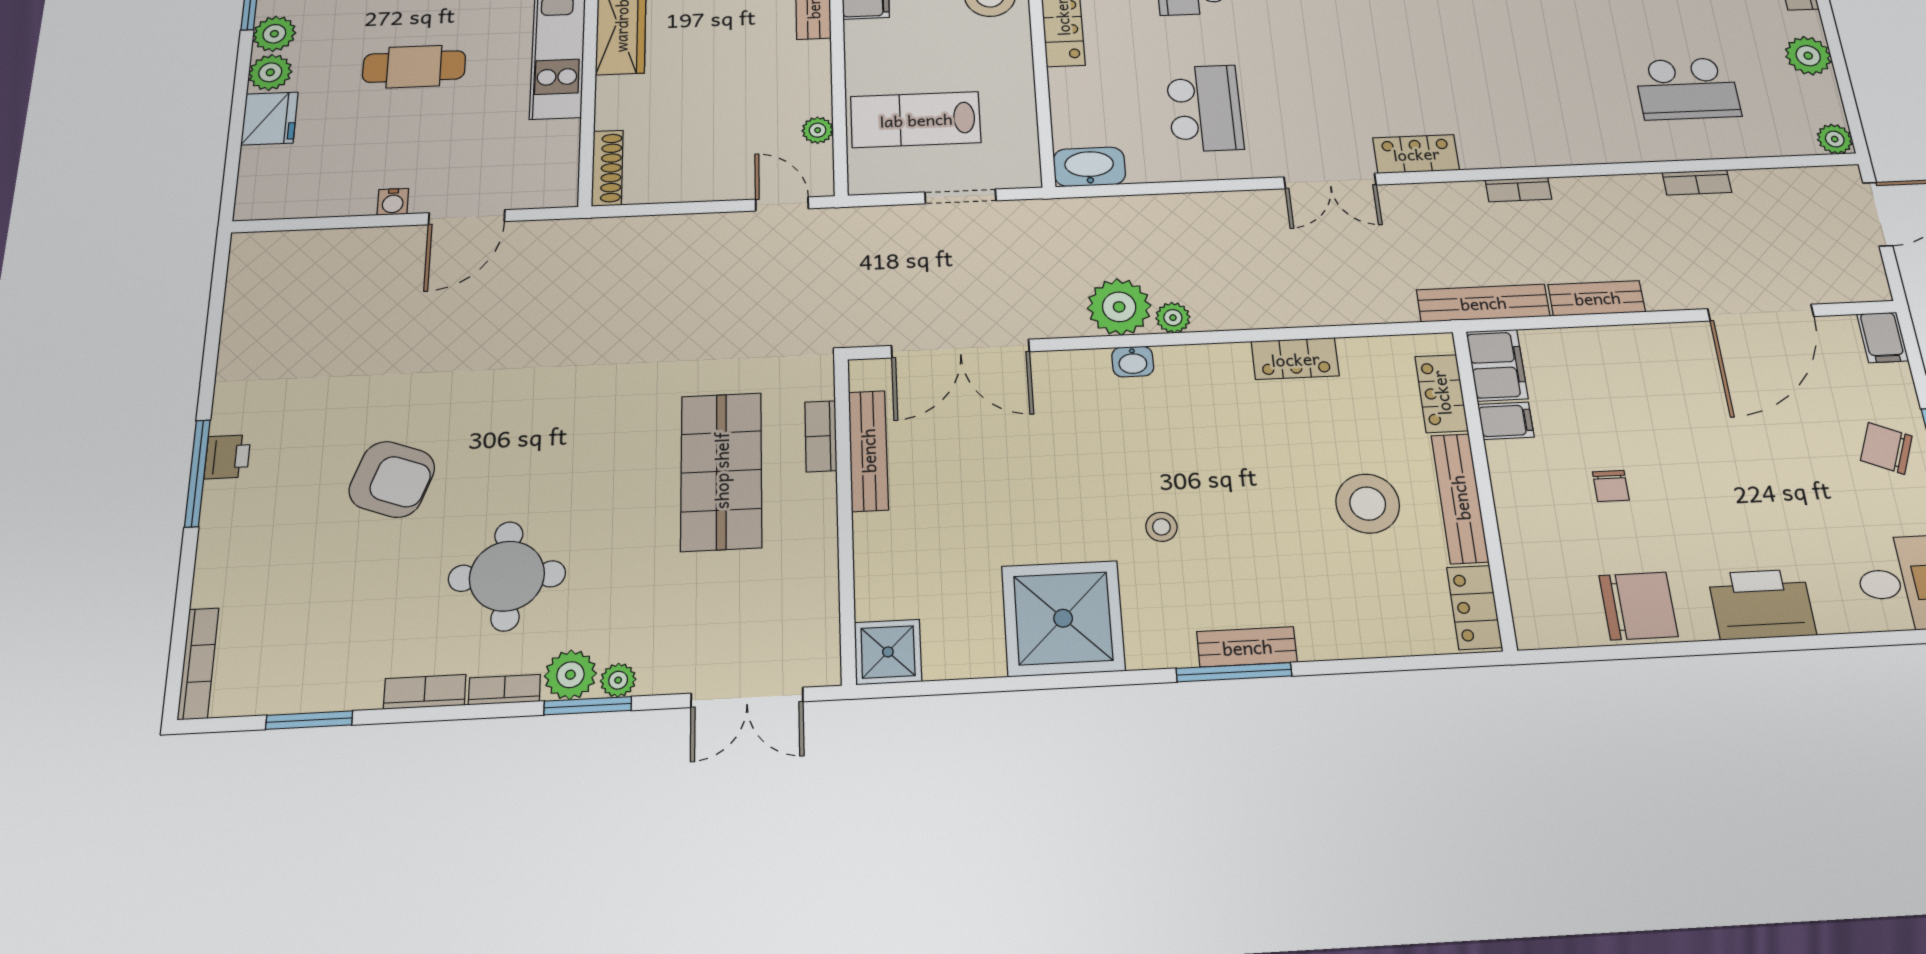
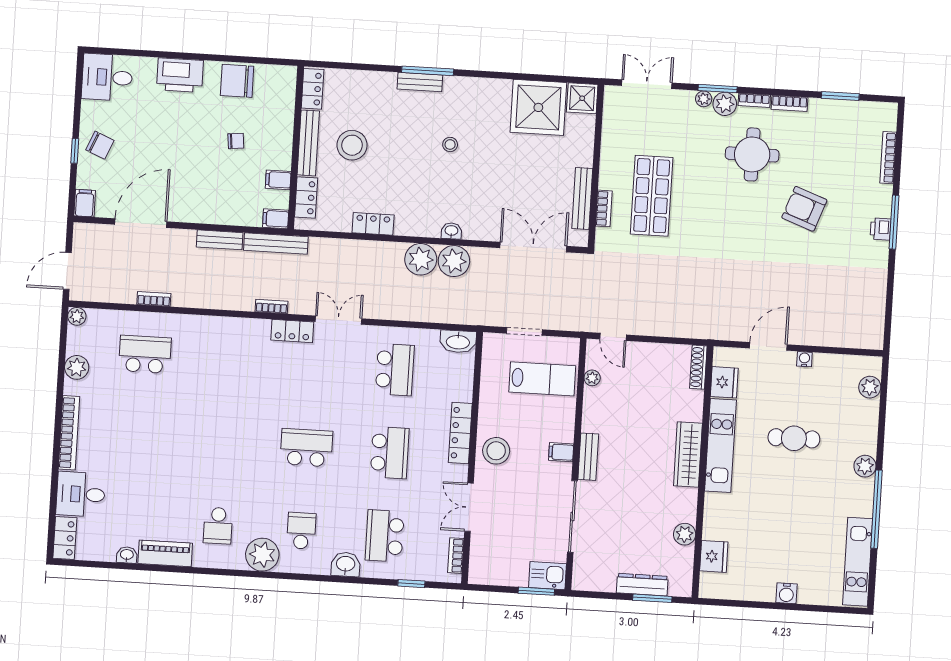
plant: (270, 72) -> (870, 387), moved
school desk: (1205, 108) -> (395, 370), turned 180
fridge: (269, 119) -> (724, 382), moved, turned 180
bookcase: (1518, 190) -> (271, 306), moved
plant: (1173, 318) -> (421, 259), width x1.88, depth x1.88
filing cabinet: (1497, 365) -> (276, 219), width x0.50
chair: (1611, 486) -> (236, 141), turned 84
shower: (1063, 618) -> (538, 107), moved
bookcase: (198, 663) -> (888, 158), moved

